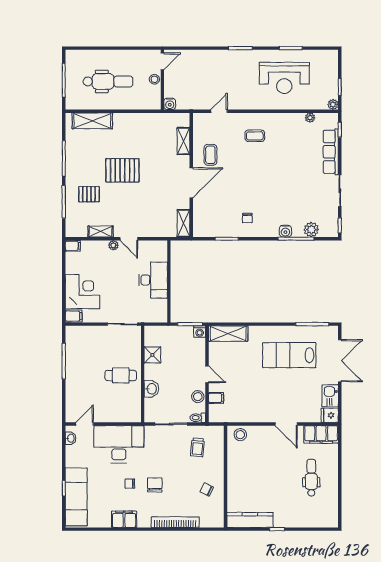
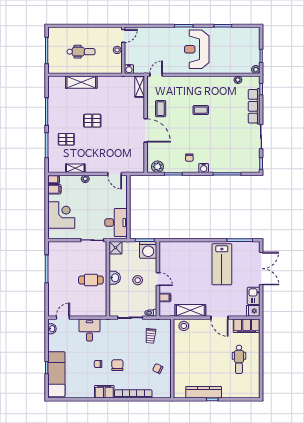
reception desk: (284, 78) -> (197, 49), moved, turned 90
dental chair: (108, 81) -> (81, 52), width x0.73, depth x0.72
door: (219, 111) -> (156, 75), moved
shelving: (92, 121) -> (81, 82), moved
coffee table: (255, 136) -> (201, 110), moved
shelving: (184, 141) -> (140, 87), moved
pallet: (122, 170) -> (92, 121), width x0.67, depth x0.71
door: (191, 183) -> (146, 130), hinge flipped
shelving: (183, 223) -> (140, 162), removed
plant: (311, 230) -> (157, 167), moved
water cooler: (285, 231) -> (204, 168), moved
door: (129, 239) -> (115, 174), moved
desk: (153, 280) -> (116, 223), moved
filing cabinet: (74, 316) -> (54, 189), moved
washing machine: (200, 332) -> (148, 250), width x1.89, depth x1.89
shelving: (228, 334) -> (190, 310), moved
shower: (152, 355) -> (116, 248), moved
lab bench: (289, 355) -> (222, 264), turned -90
washbasin: (151, 389) -> (115, 278), moved
stool: (198, 397) -> (138, 280), moved
desk: (119, 444) -> (89, 330), width x0.53, depth x0.77
dental chair: (311, 478) -> (239, 359), turned 180
filing cabinet: (124, 519) -> (104, 392), moved
kitchen counter: (250, 520) -> (204, 392), moved

